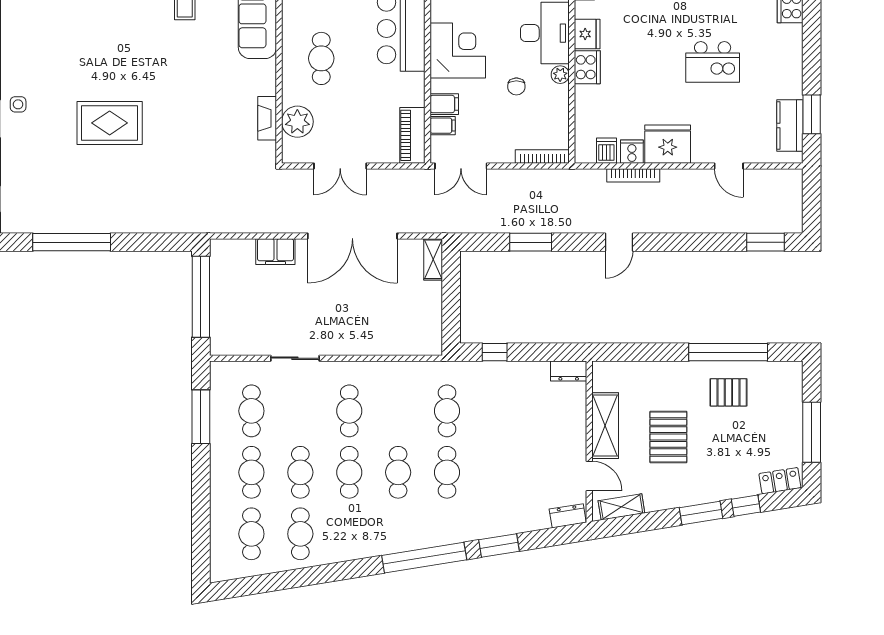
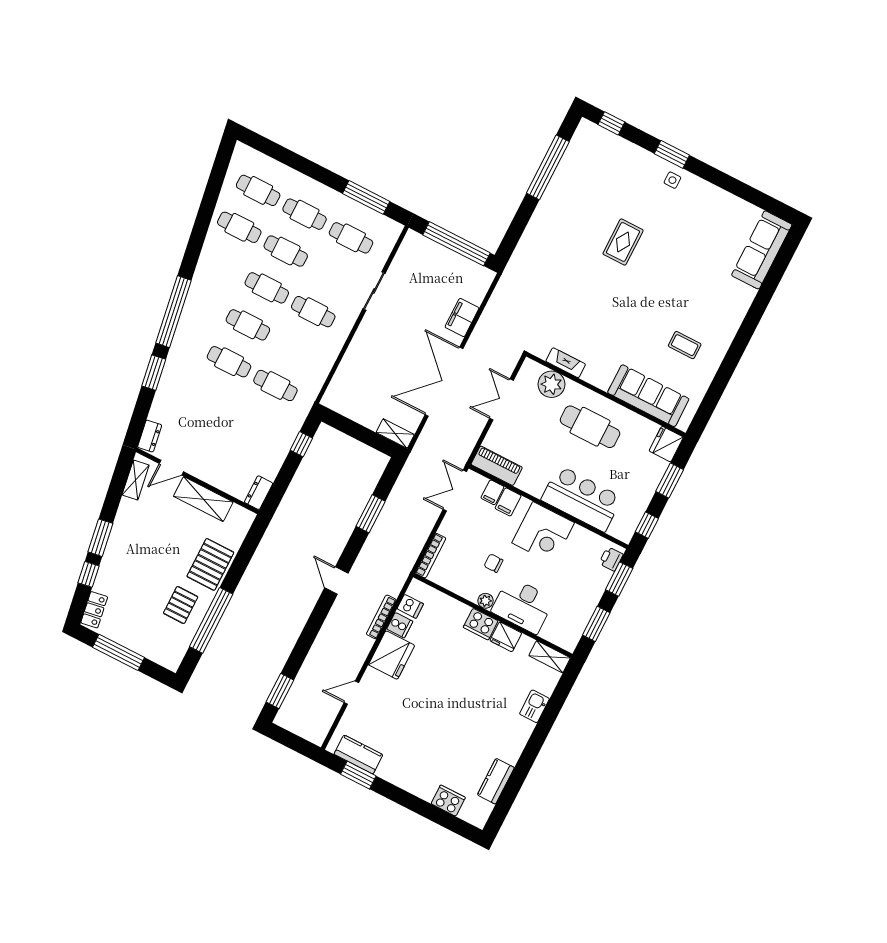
cafe table: (321, 58) -> (590, 427), width x1.37, depth x1.35
kitchen island: (713, 62) -> (436, 721), removed
rug: (110, 123) -> (623, 242), width x0.73, depth x0.70
pallet: (668, 437) -> (210, 564), moved, turned 90

